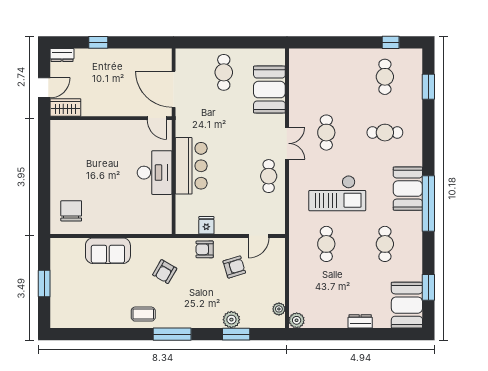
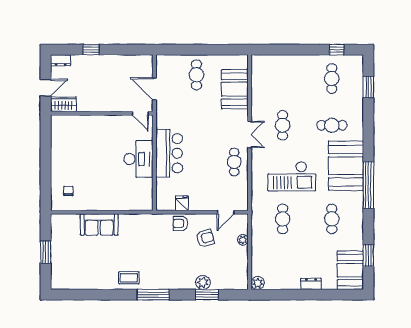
door: (174, 89) -> (154, 89), width x0.73
booth: (408, 189) -> (346, 166), width x1.36, depth x1.42
chair: (71, 211) -> (68, 191), width x0.54, depth x0.54
armchair: (165, 272) -> (147, 242), removed
plant: (279, 309) -> (243, 240), moved

